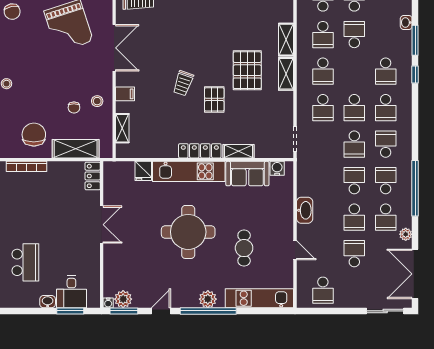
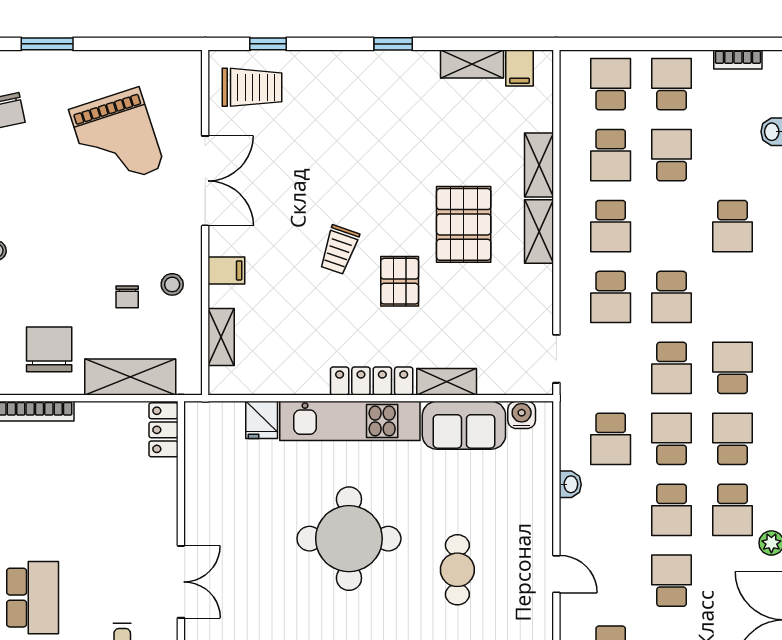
school desk: (386, 108) -> (611, 439), moved
washbasin: (305, 210) -> (570, 484), width x0.52, depth x0.69
double door: (102, 225) -> (181, 582), moved

